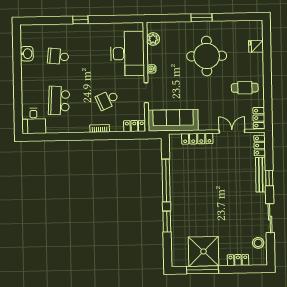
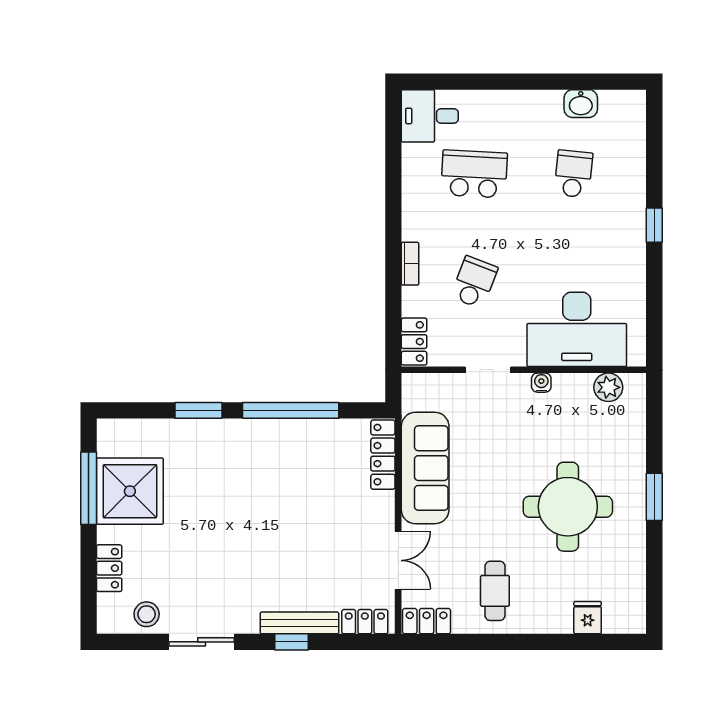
school desk: (107, 100) -> (474, 282), turned 45
sofa: (173, 120) -> (425, 468), moved
locker: (197, 139) -> (383, 455), moved

